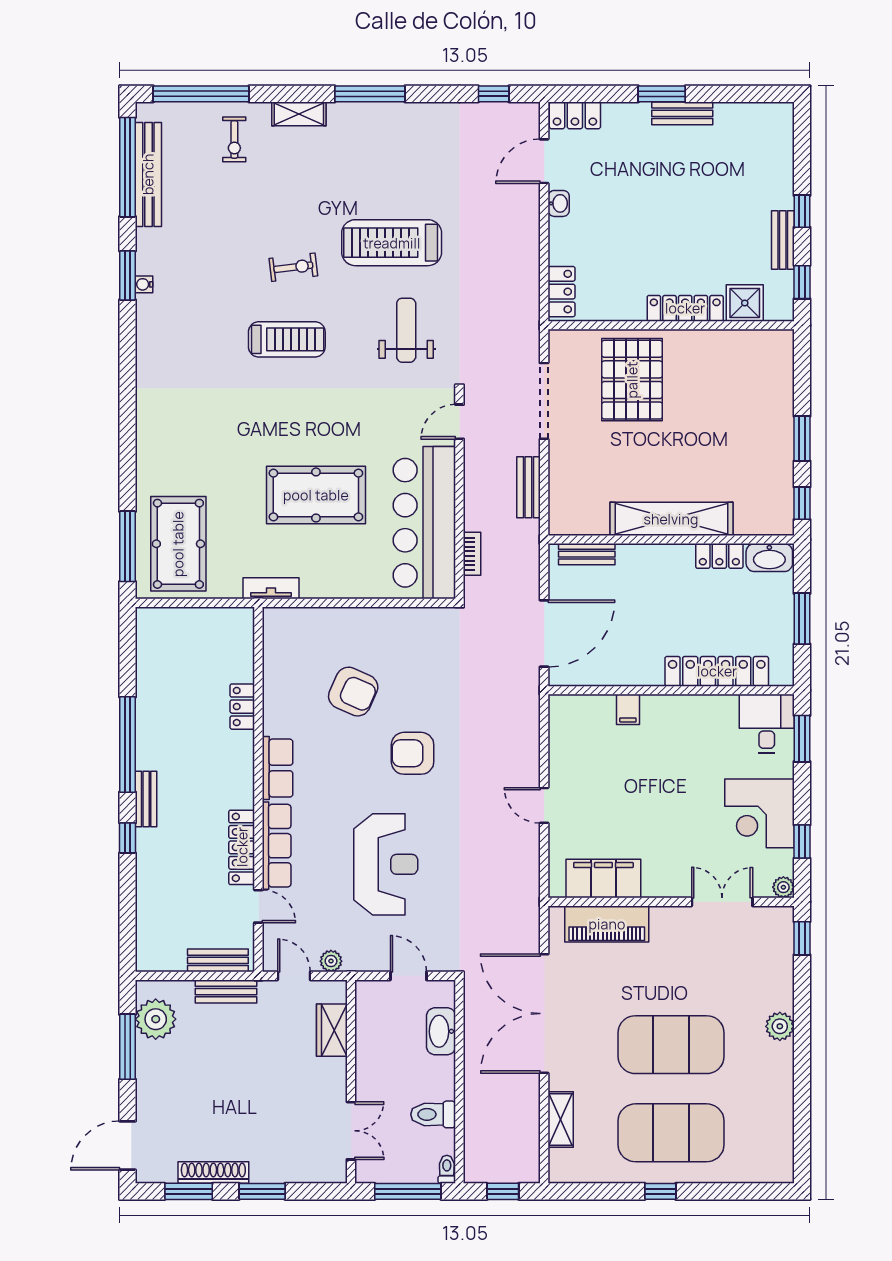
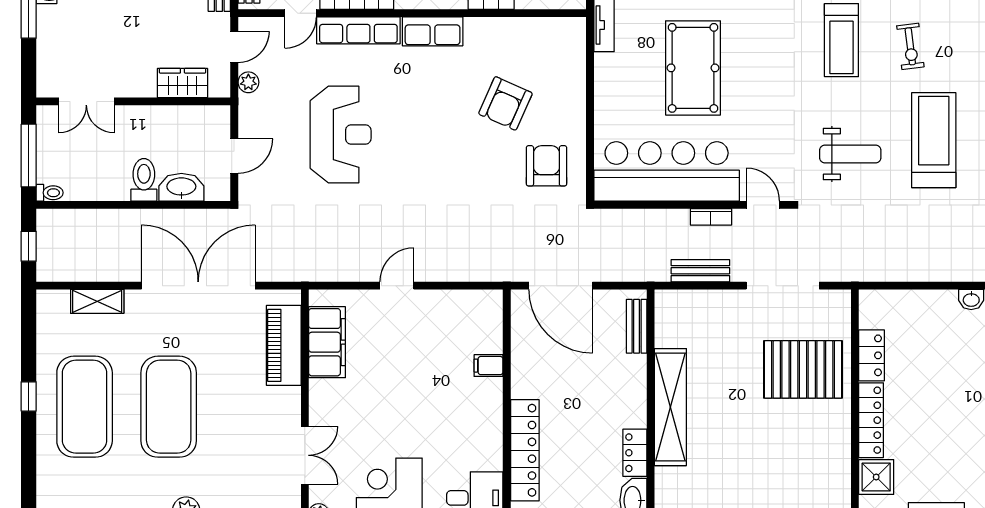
locker: (562, 292) -> (872, 355), moved, turned -90
bookcase: (472, 554) -> (711, 217), moved
armchair: (413, 753) -> (546, 166), moved
reception desk: (386, 864) -> (341, 134), turned -90
toilet: (433, 1114) -> (144, 180), moved

